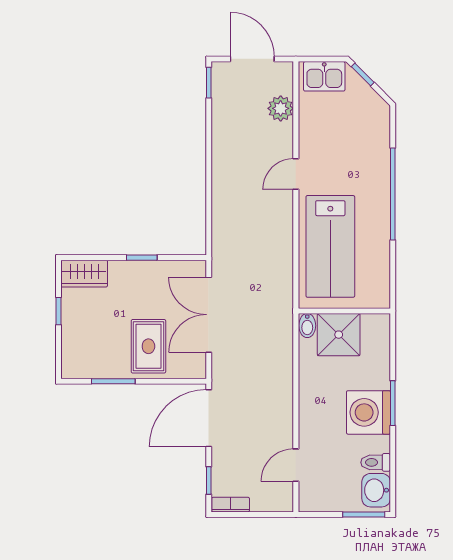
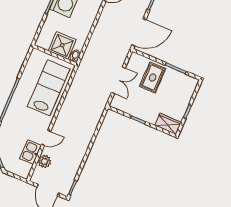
kitchen sink: (324, 76) -> (31, 152), moved, turned -90
door: (296, 174) -> (46, 138), moved
double door: (209, 315) -> (118, 80), width x0.73

